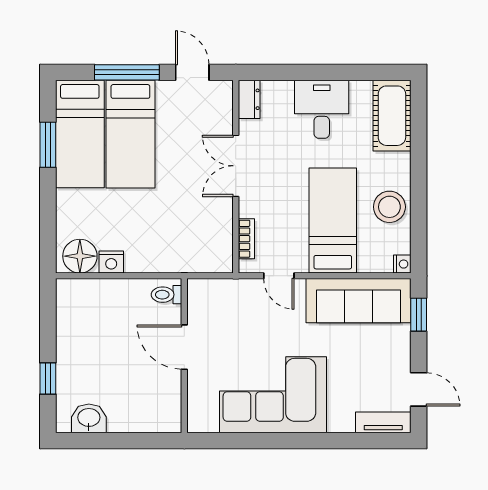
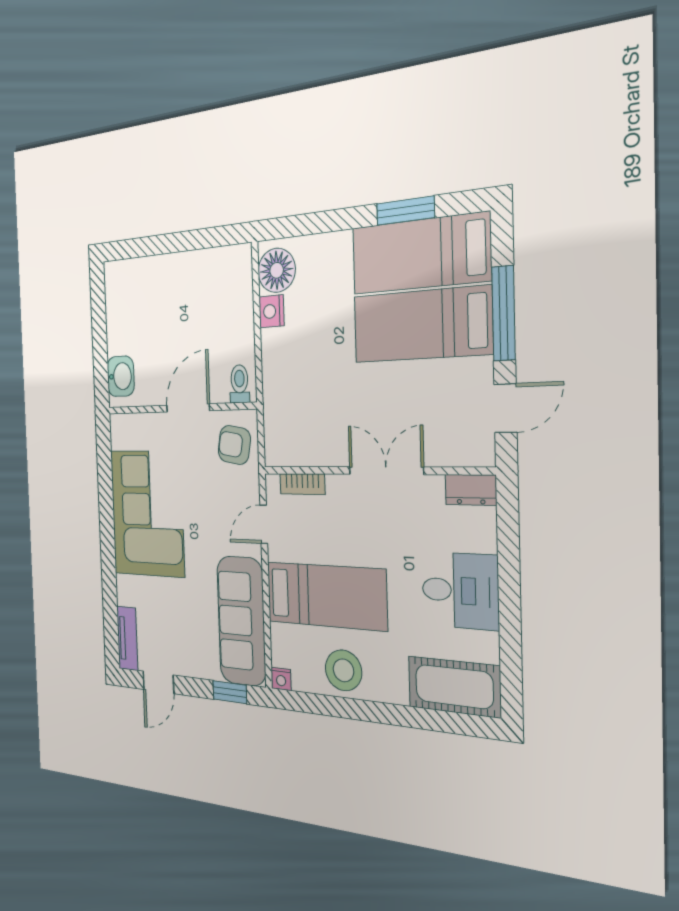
armchair: (215, 302) -> (234, 445), added
window: (48, 379) -> (152, 246), removed
washbasin: (89, 418) -> (121, 376), moved

